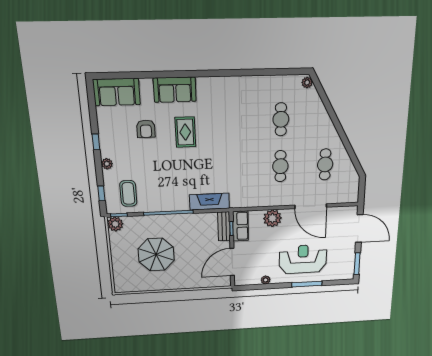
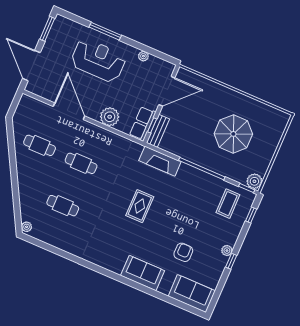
cafe table: (281, 119) -> (63, 206), turned 90
rug: (185, 132) -> (140, 206), moved
plant: (107, 164) -> (227, 251), moved
cafe table: (325, 164) -> (40, 145), turned 90
cafe table: (280, 166) -> (81, 163), turned 90
reception desk: (303, 259) -> (98, 60), turned 180

